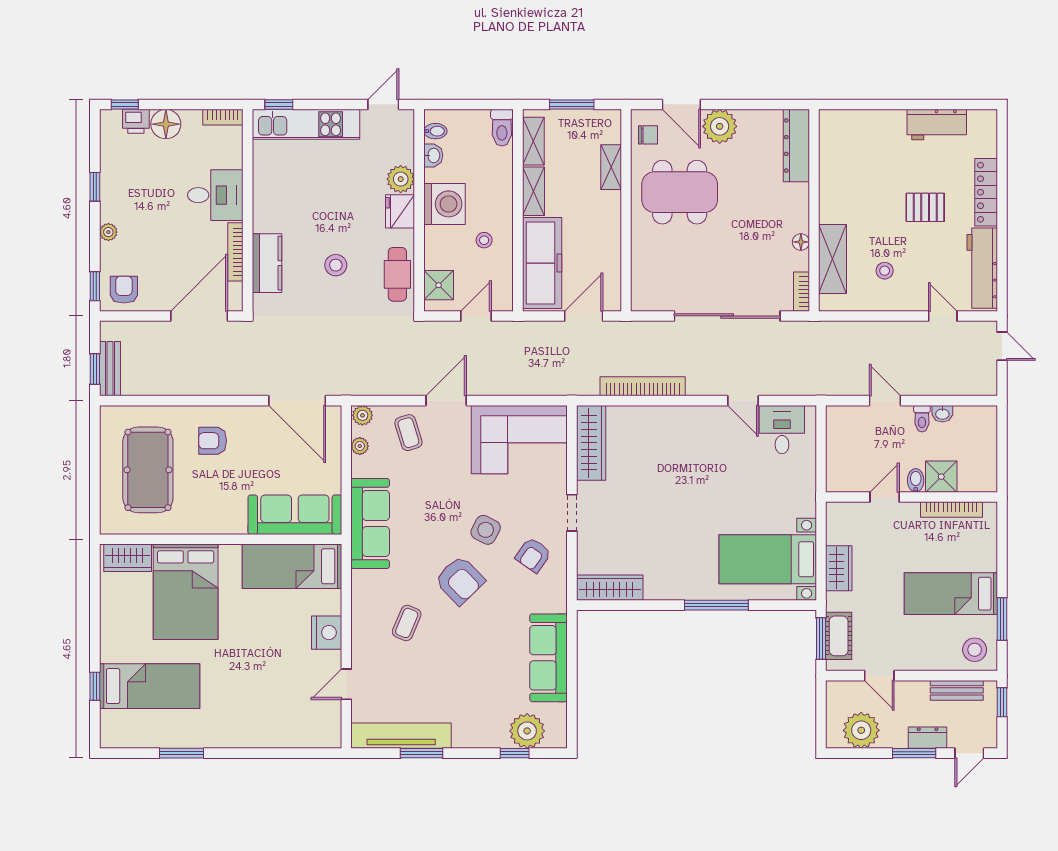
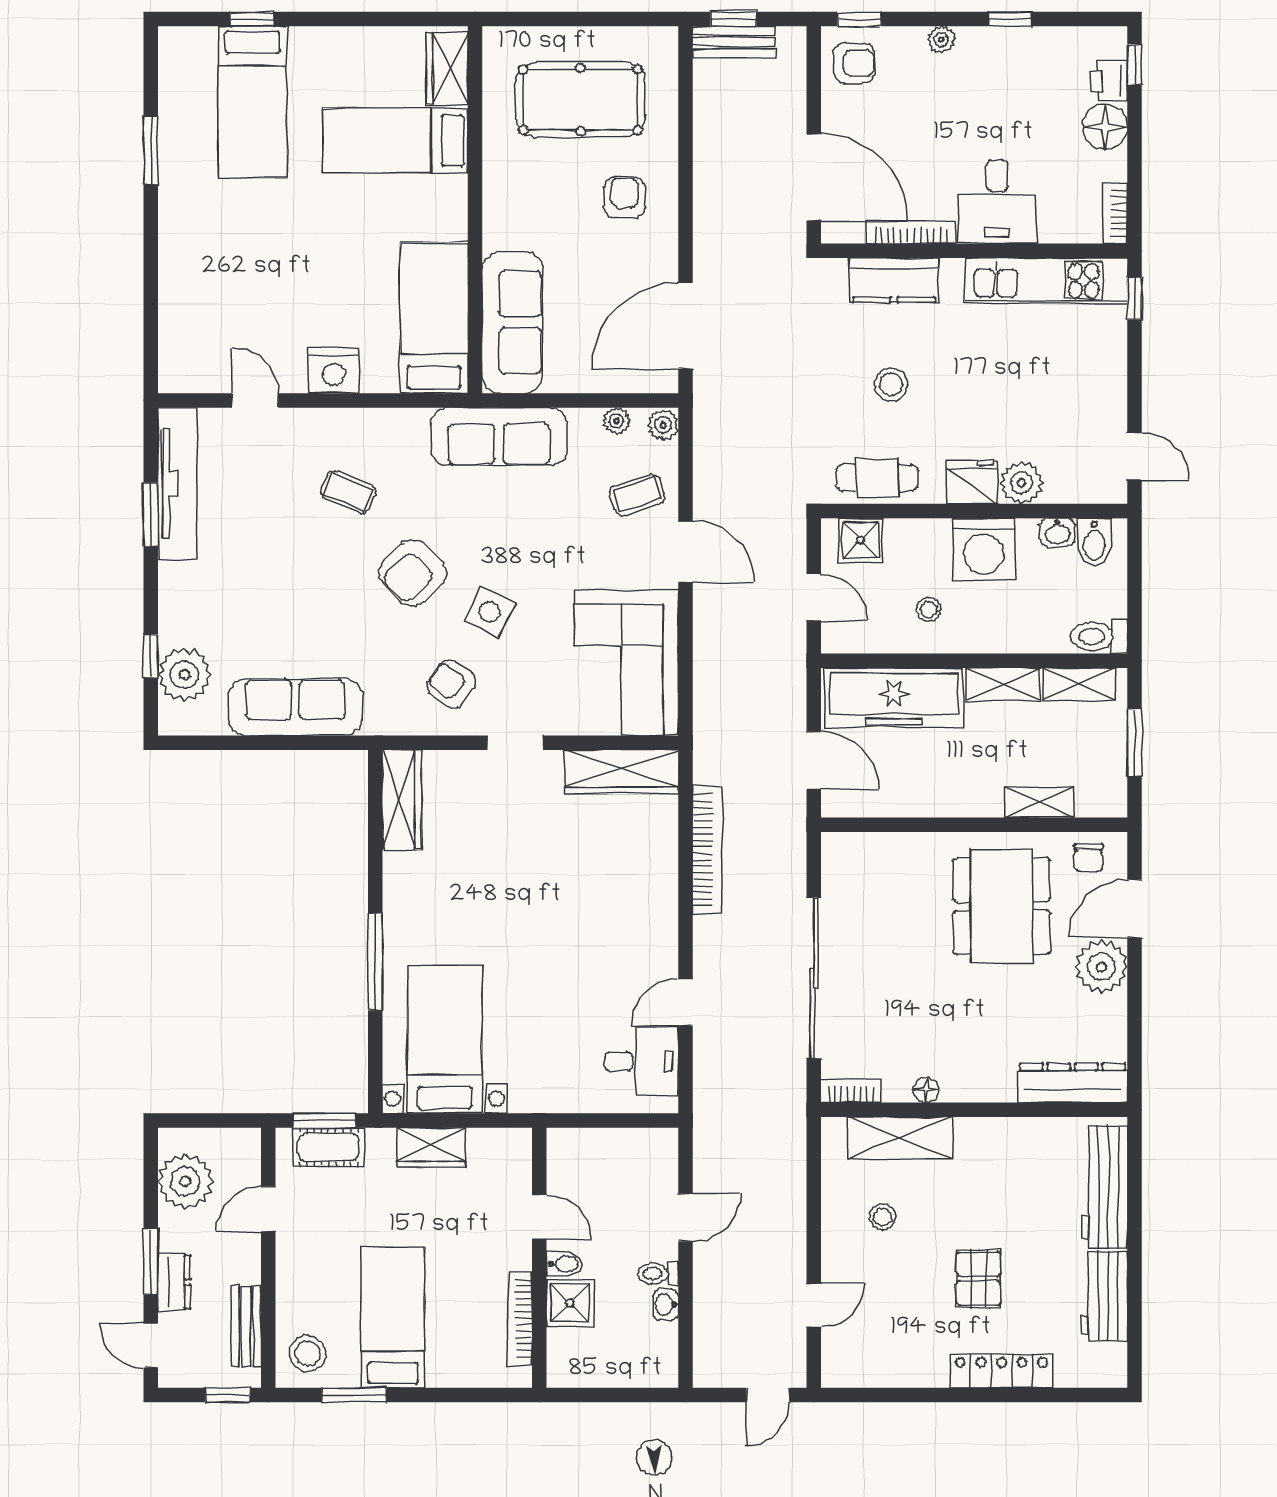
kitchen unit: (306, 124) -> (1046, 281), moved, turned -90
bidet: (435, 131) -> (1094, 542), width x1.38, depth x1.36
workbench: (982, 268) -> (1105, 1187), moved, turned -90
bed: (186, 592) -> (395, 140), width x0.67

